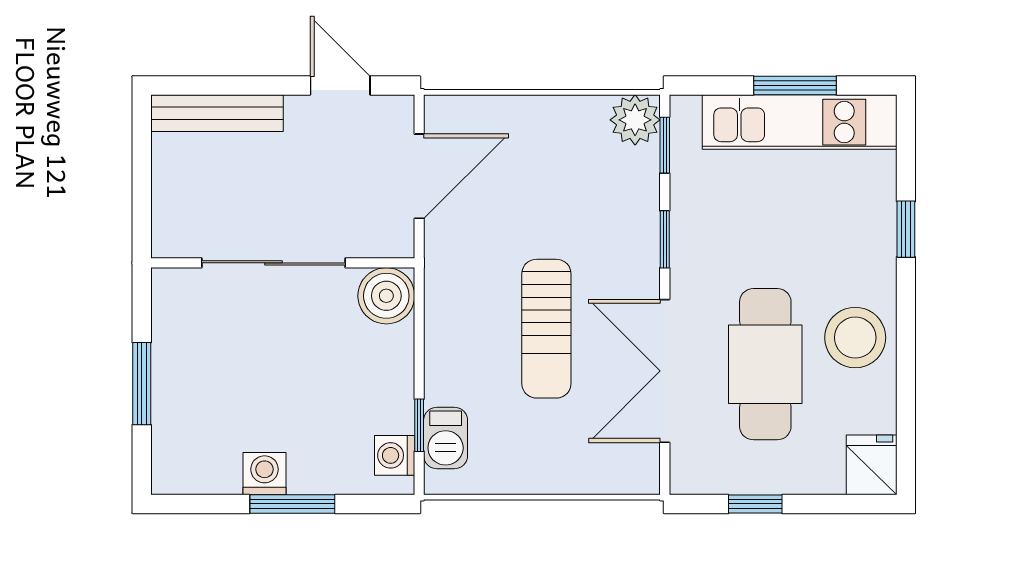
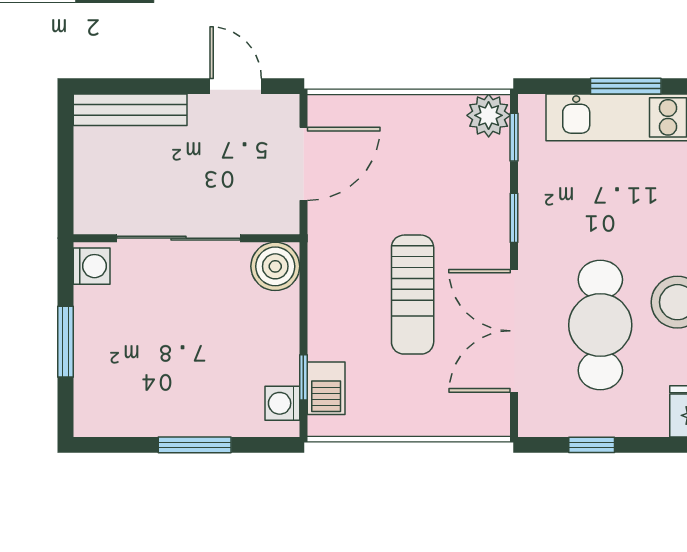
washing machine: (264, 474) -> (92, 266), moved, turned 90

